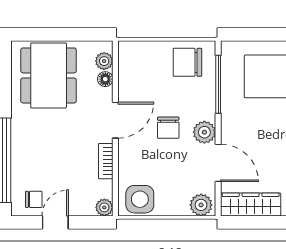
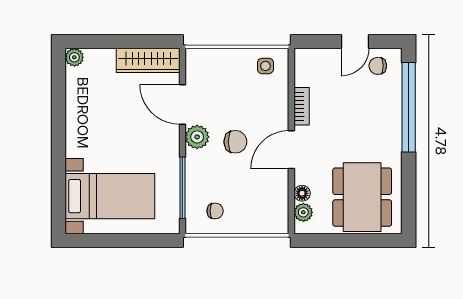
chair: (187, 62) -> (215, 211), width x0.54, depth x0.54
chair: (168, 128) -> (235, 142), turned 90
side table: (140, 199) -> (265, 66), width x0.54, depth x0.54
plant: (201, 205) -> (201, 60), removed
plant: (104, 207) -> (303, 57), removed

